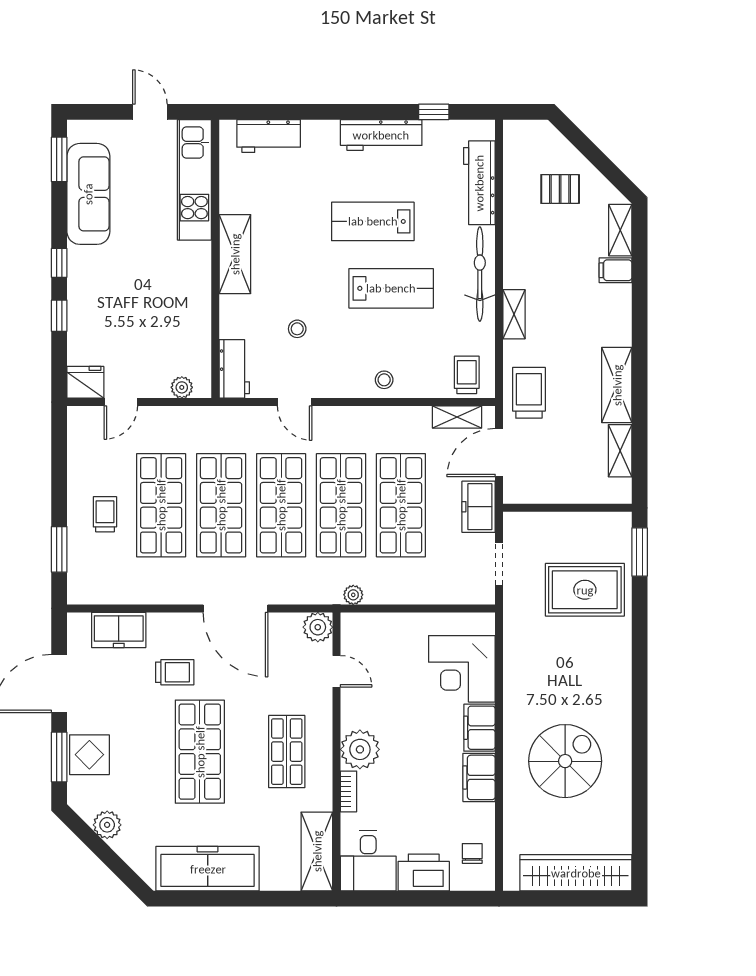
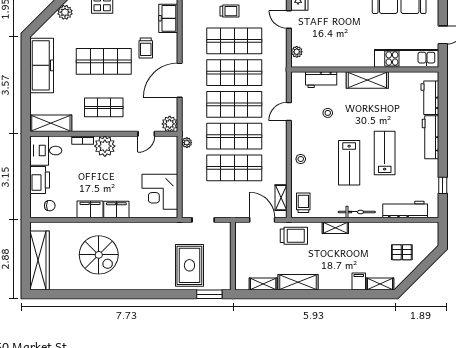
workbench: (381, 135) -> (430, 137), moved
pallet: (560, 189) -> (402, 252), turned 90
bicycle: (480, 274) -> (357, 212), width x0.73, depth x0.71
workbench: (234, 369) -> (321, 80), moved
trolley: (467, 375) -> (303, 203), turned -90
freezer: (479, 507) -> (233, 209), removed
corner desk: (462, 669) -> (160, 192), moved, turned -90

